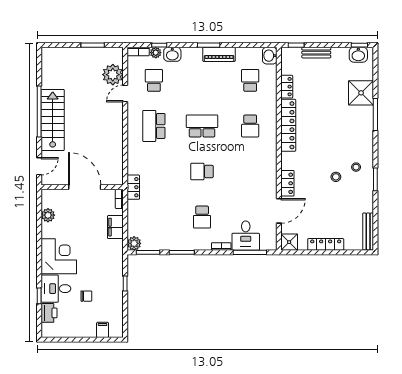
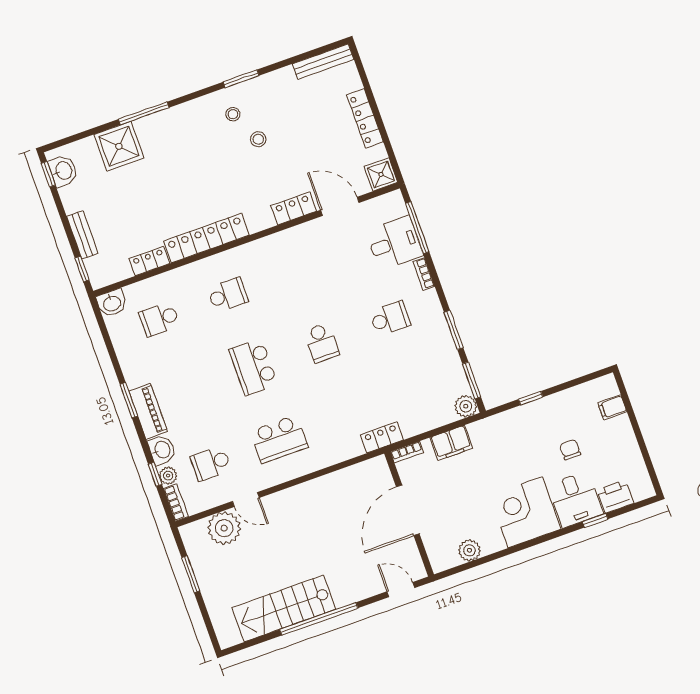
piano: (219, 54) -> (148, 411), moved
stairs: (53, 120) -> (284, 608), moved

